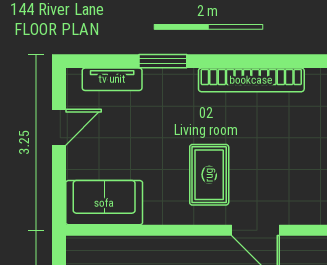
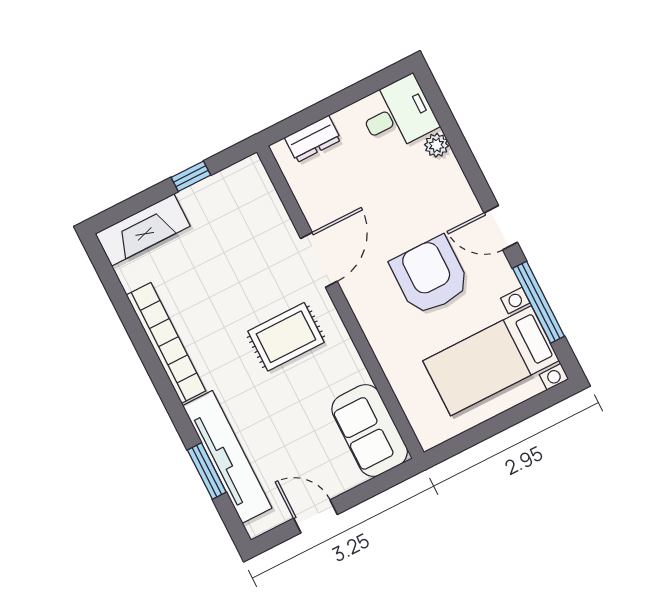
window: (163, 61) -> (207, 471), moved
tv unit: (112, 79) -> (227, 457), width x1.92, depth x1.29

